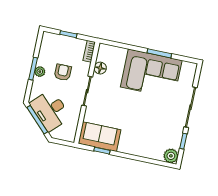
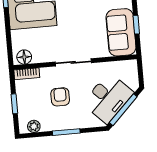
floor lamp: (100, 68) -> (24, 57), moved
plant: (40, 72) -> (34, 126), moved
armchair: (63, 72) -> (60, 97), turned 90

